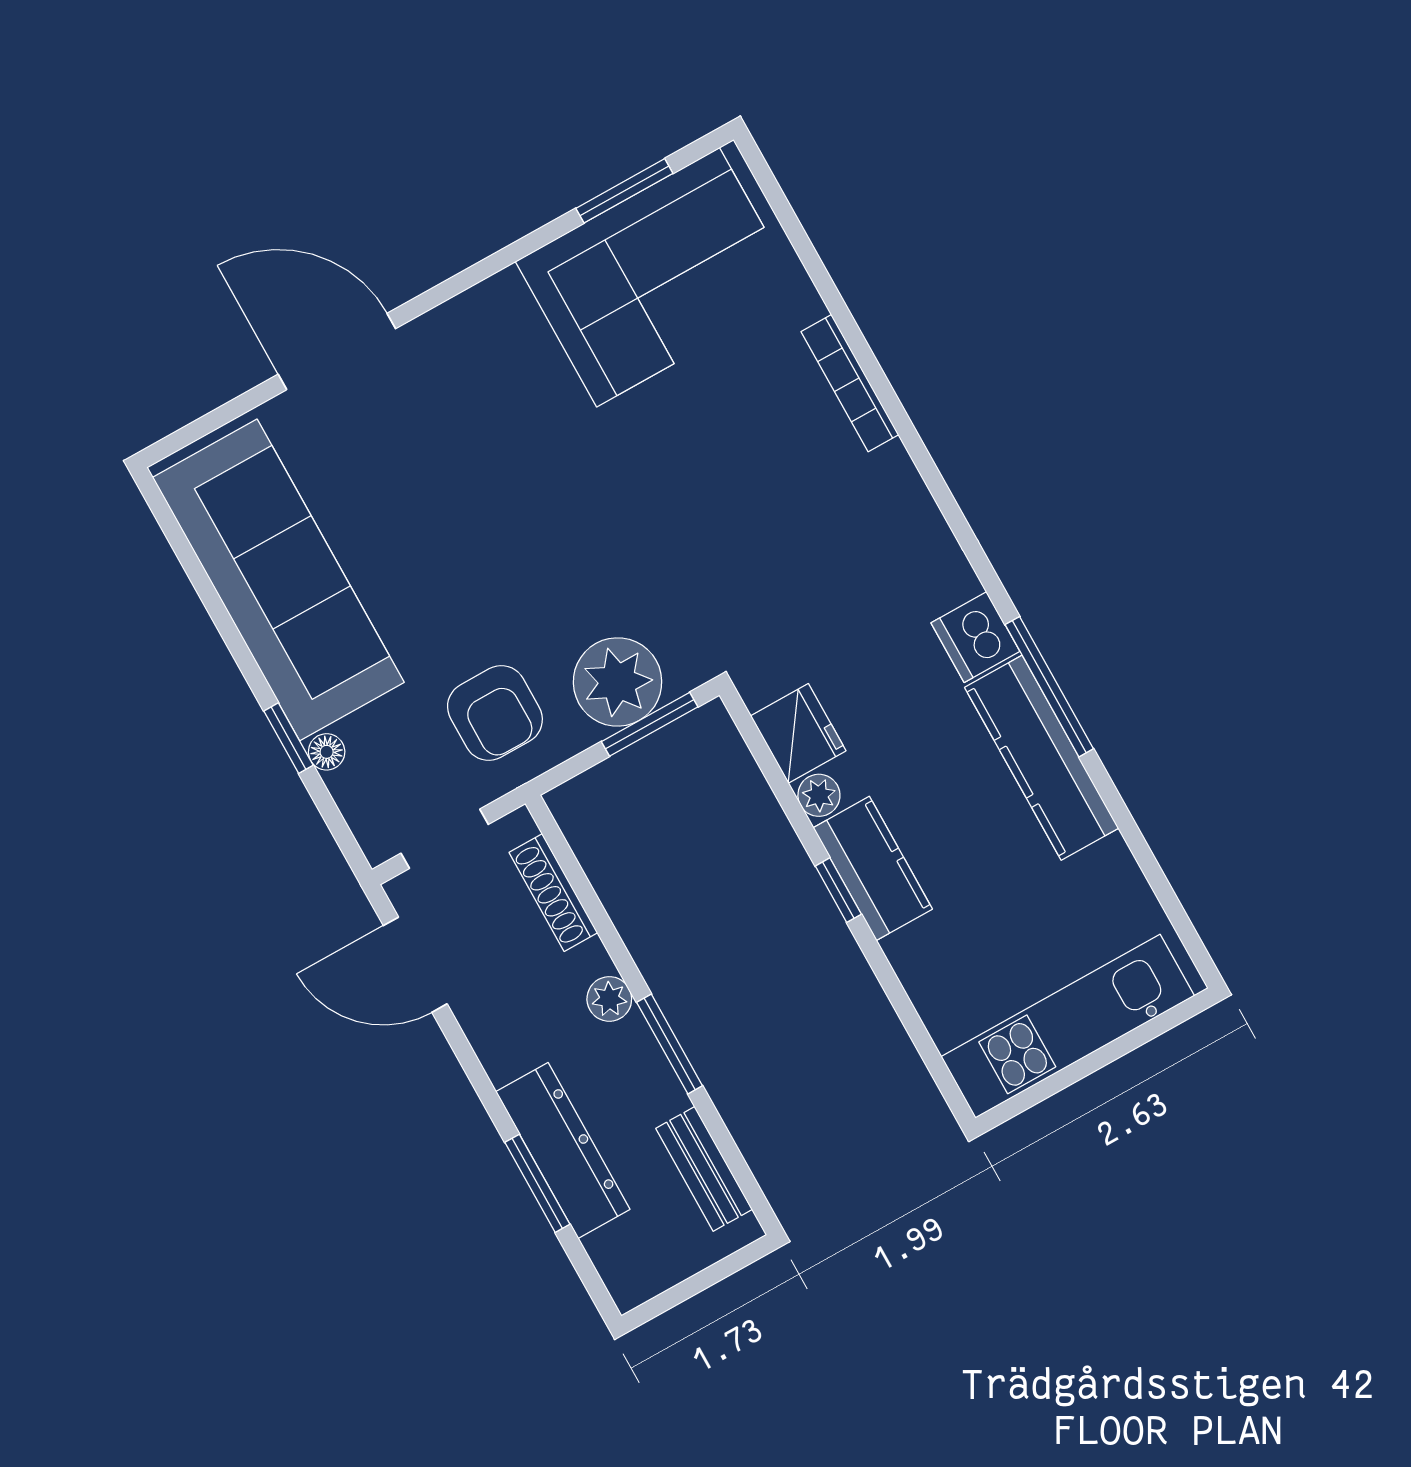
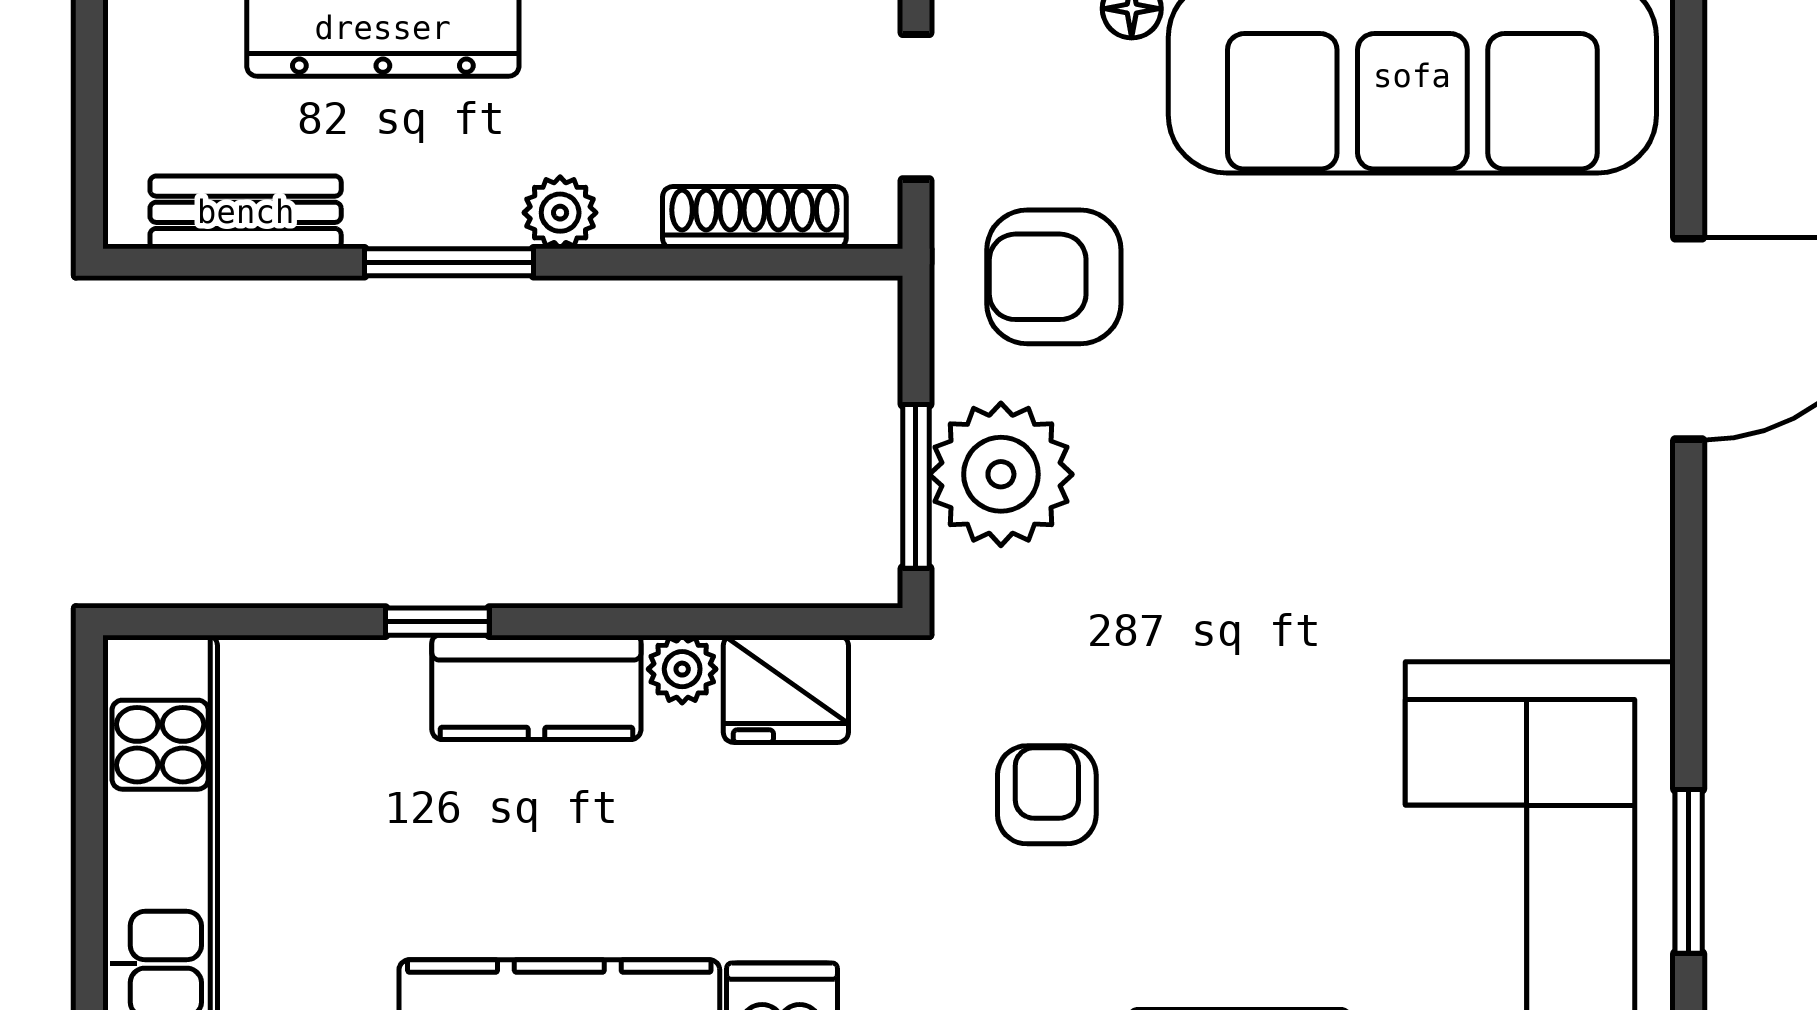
armchair: (777, 560) -> (1047, 795), added
window: (838, 890) -> (437, 622), moved

